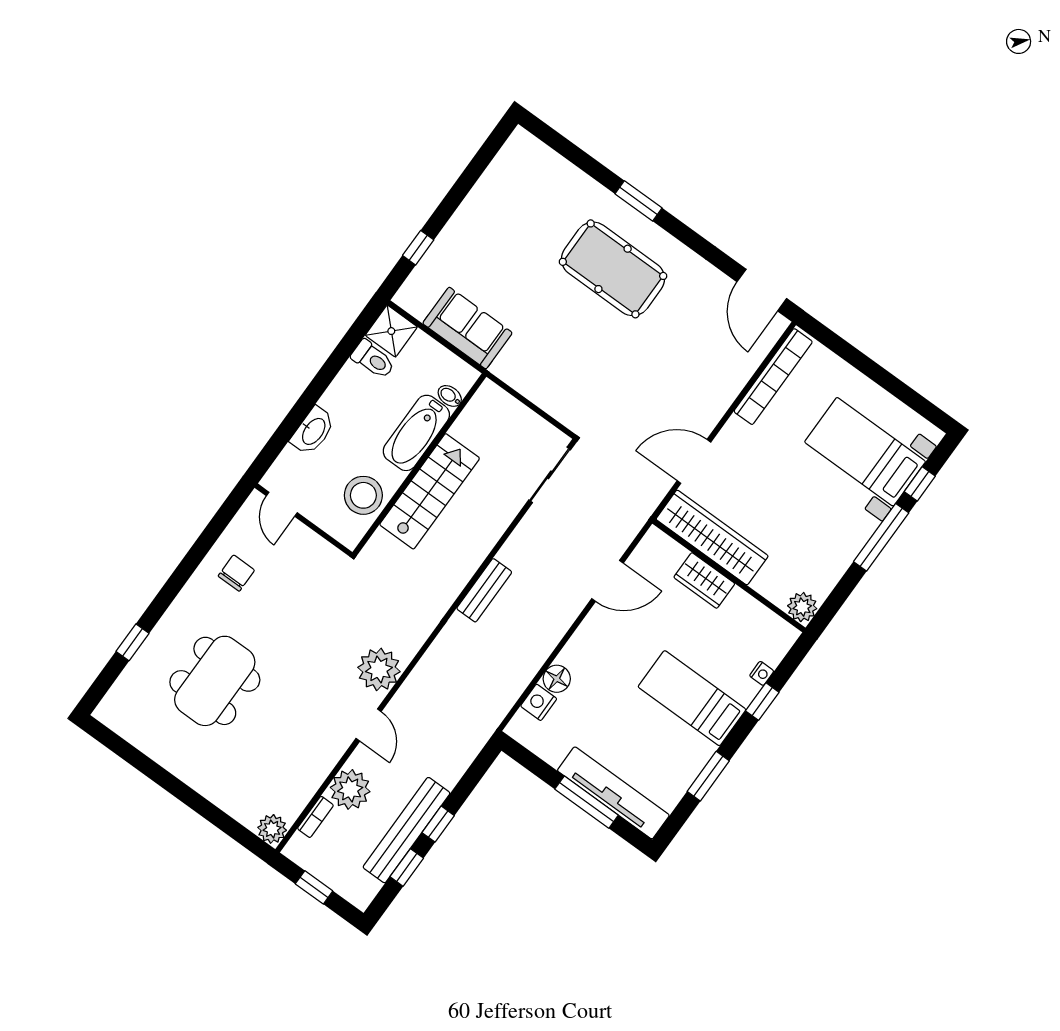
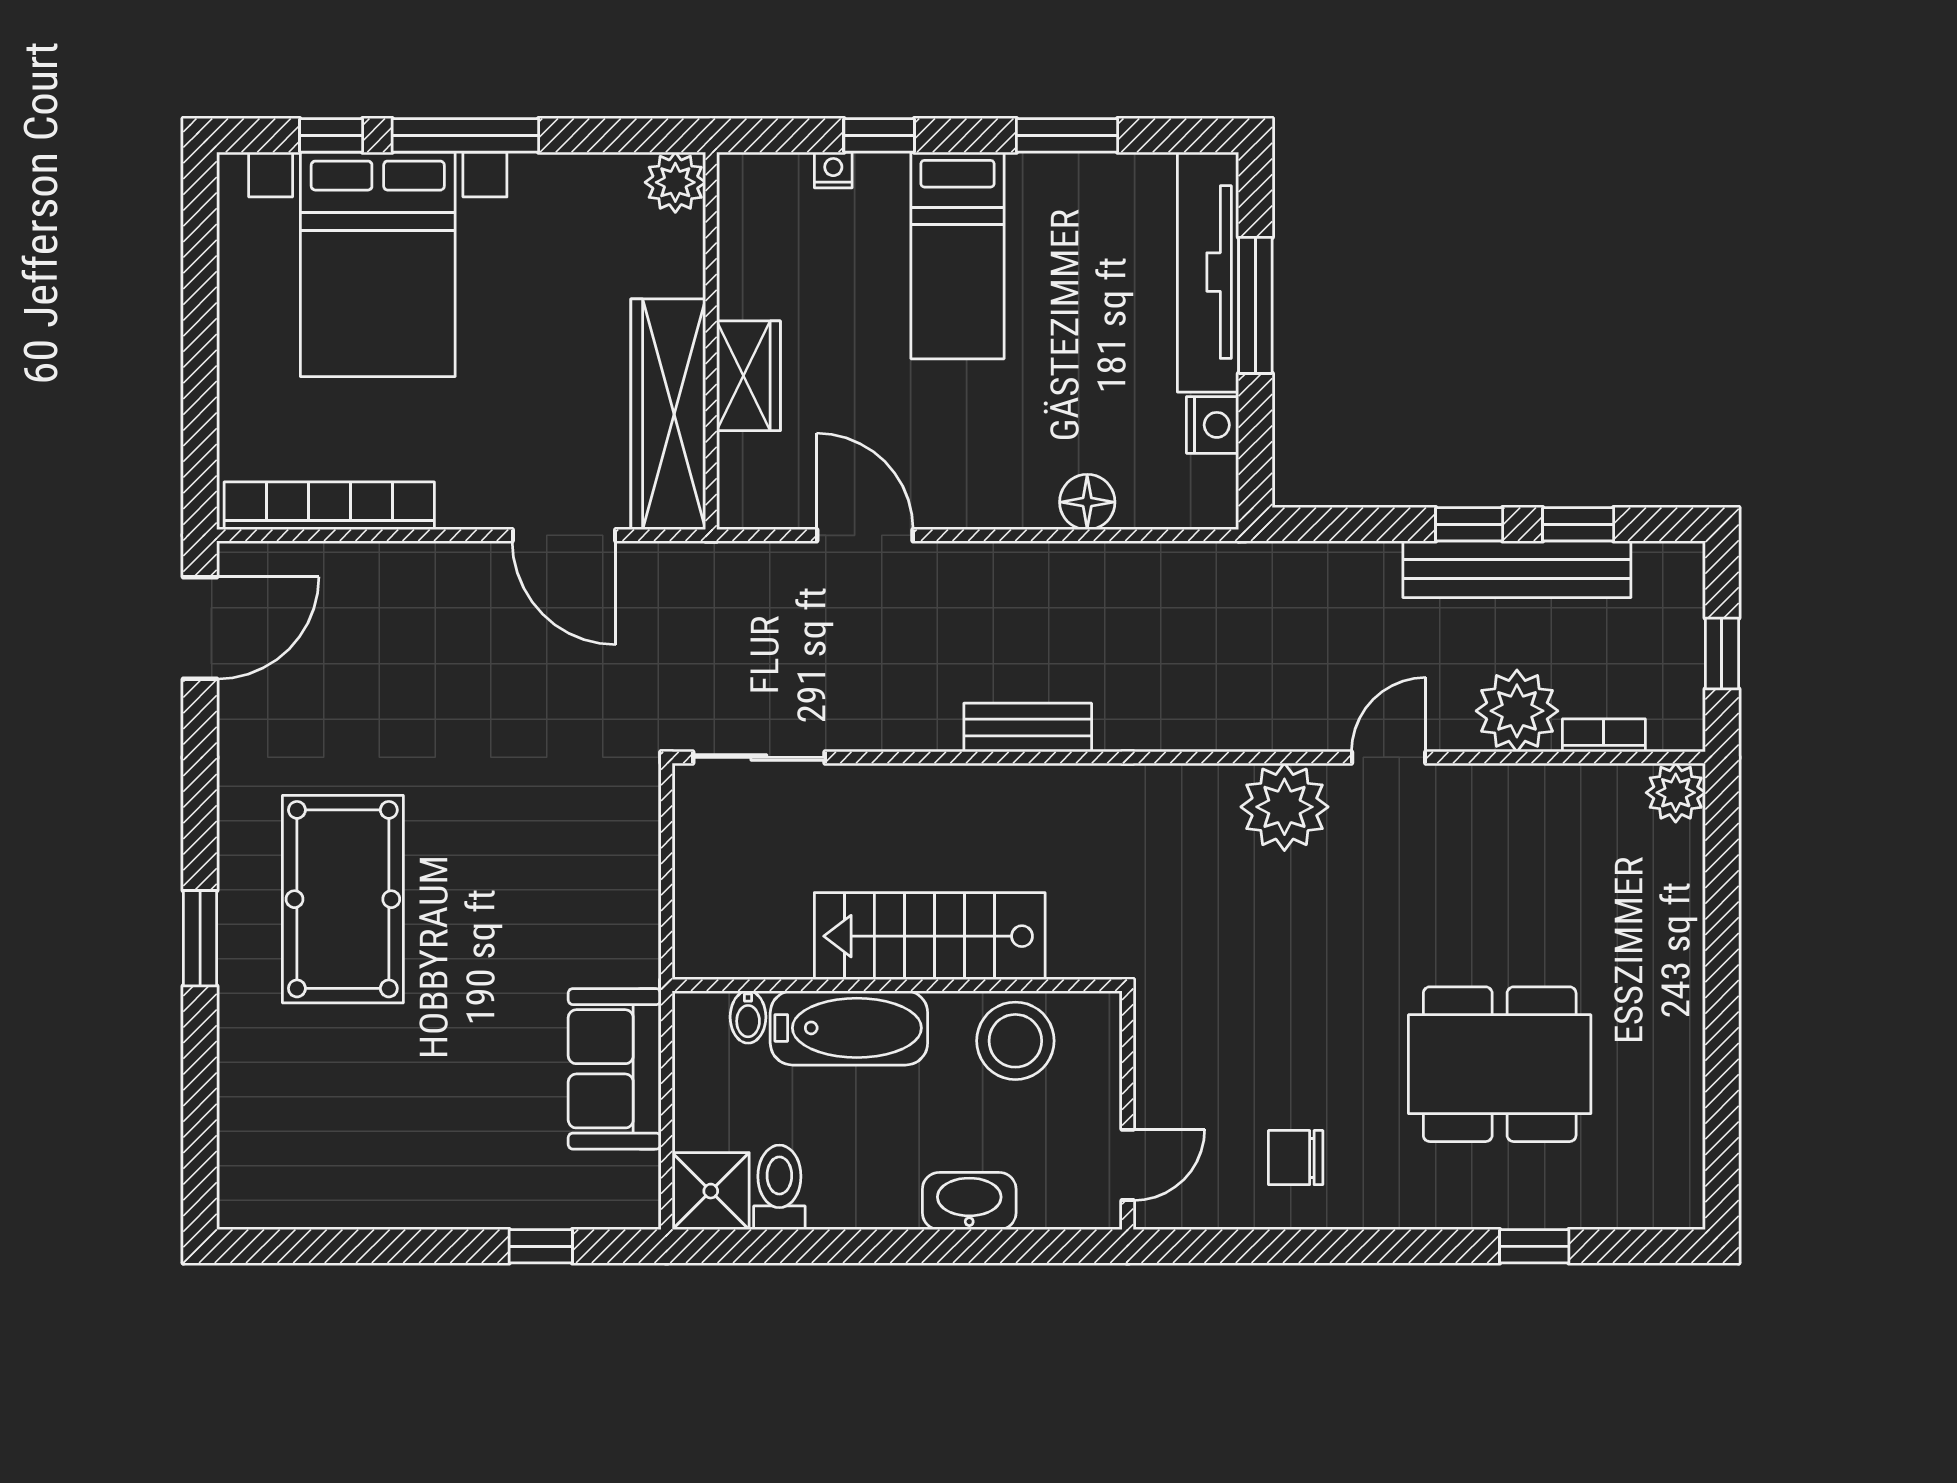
bed with nightstands: (865, 452) -> (378, 264), width x1.36
nightstand: (539, 702) -> (1213, 425), moved, turned -90

